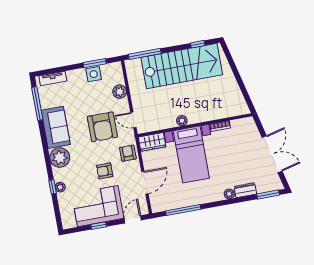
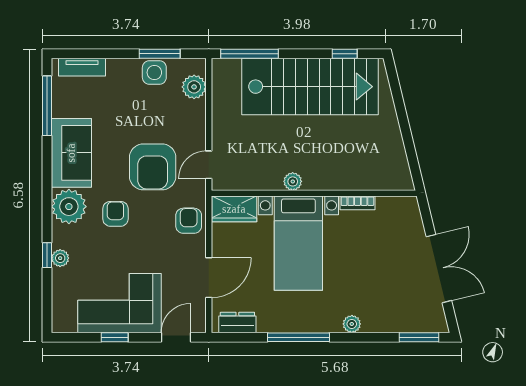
plant: (120, 92) -> (194, 87), moved
door: (133, 120) -> (209, 165), hinge flipped
armchair: (105, 171) -> (115, 214), moved, turned 90
dresser: (245, 190) -> (237, 322), moved
window: (183, 210) -> (299, 337), moved

